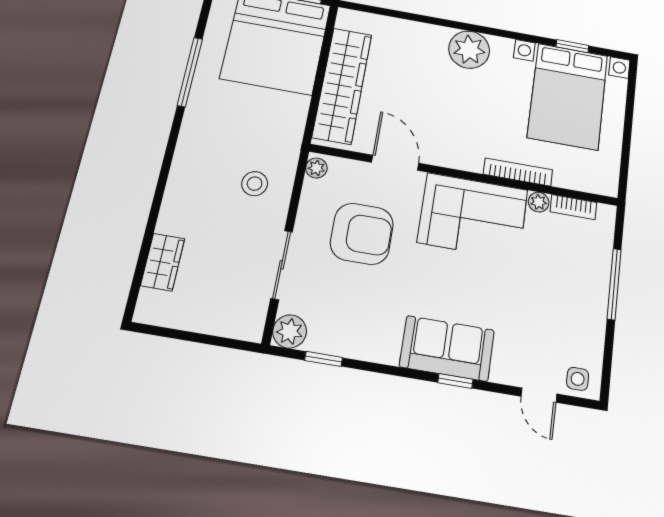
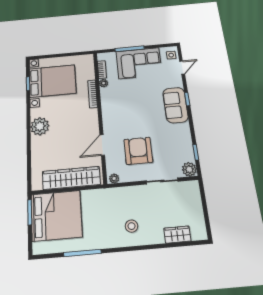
stool: (255, 184) -> (132, 226), moved
corner sofa: (473, 216) -> (139, 63), moved, turned 90

